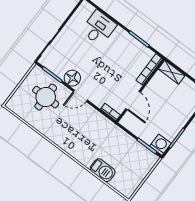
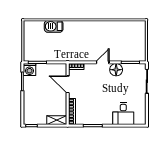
round table: (46, 97) -> (124, 45), removed

